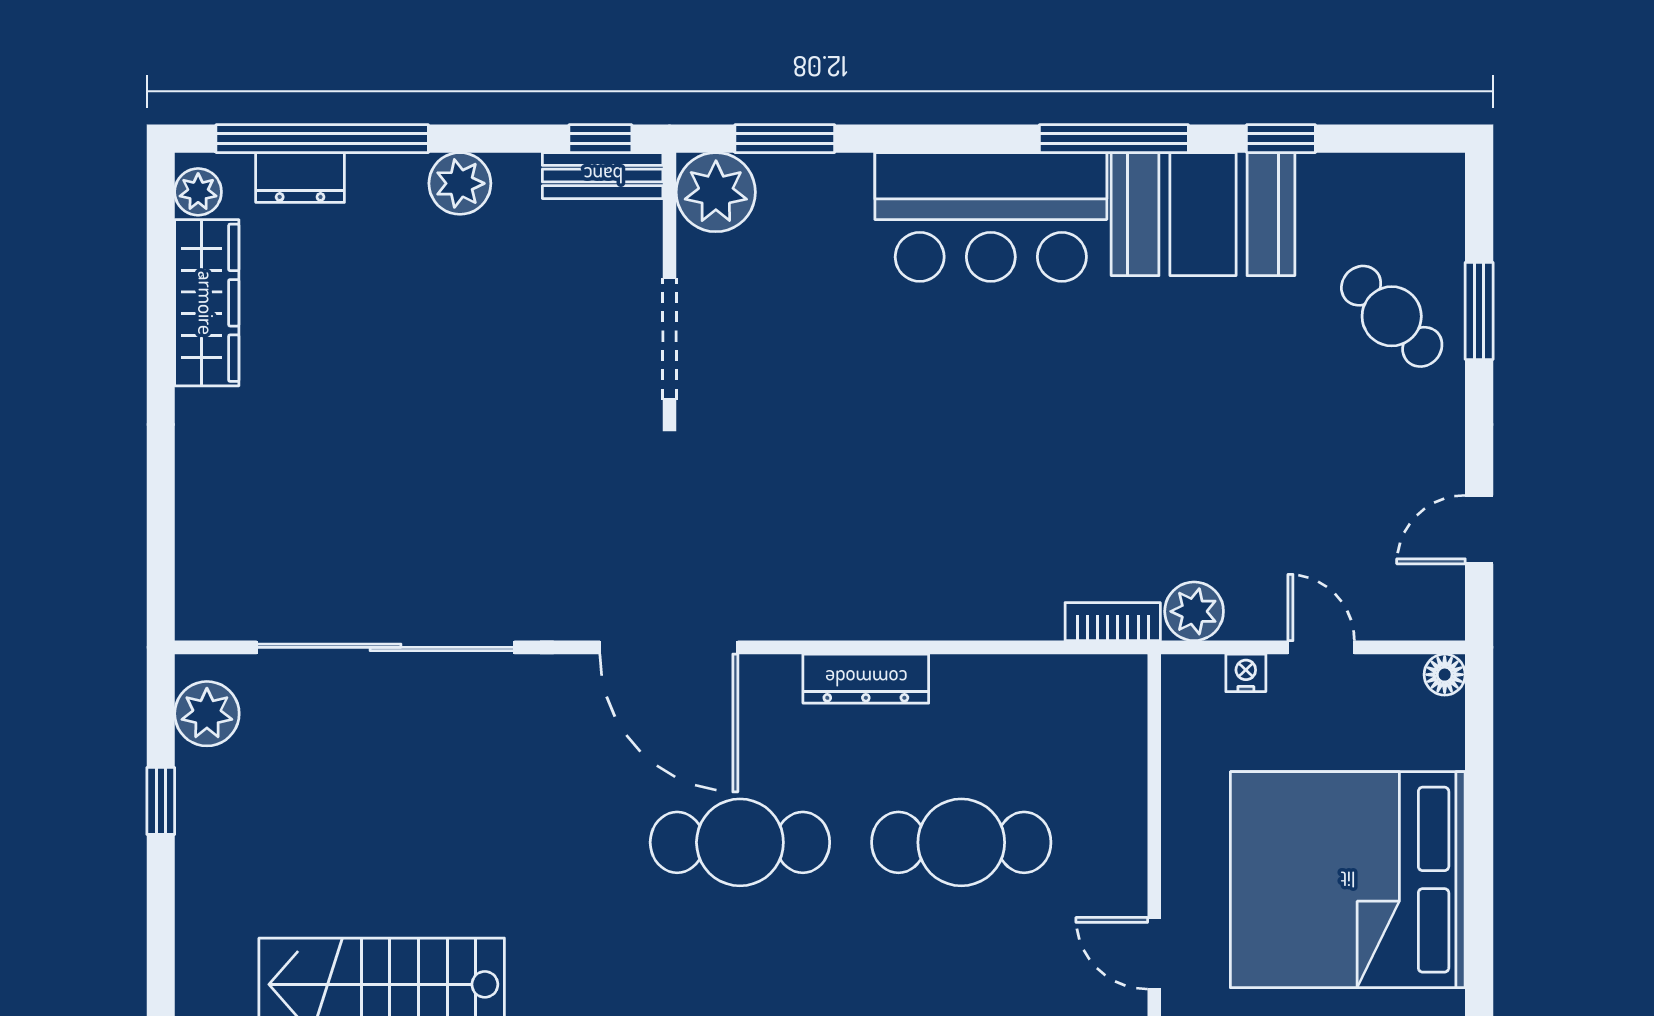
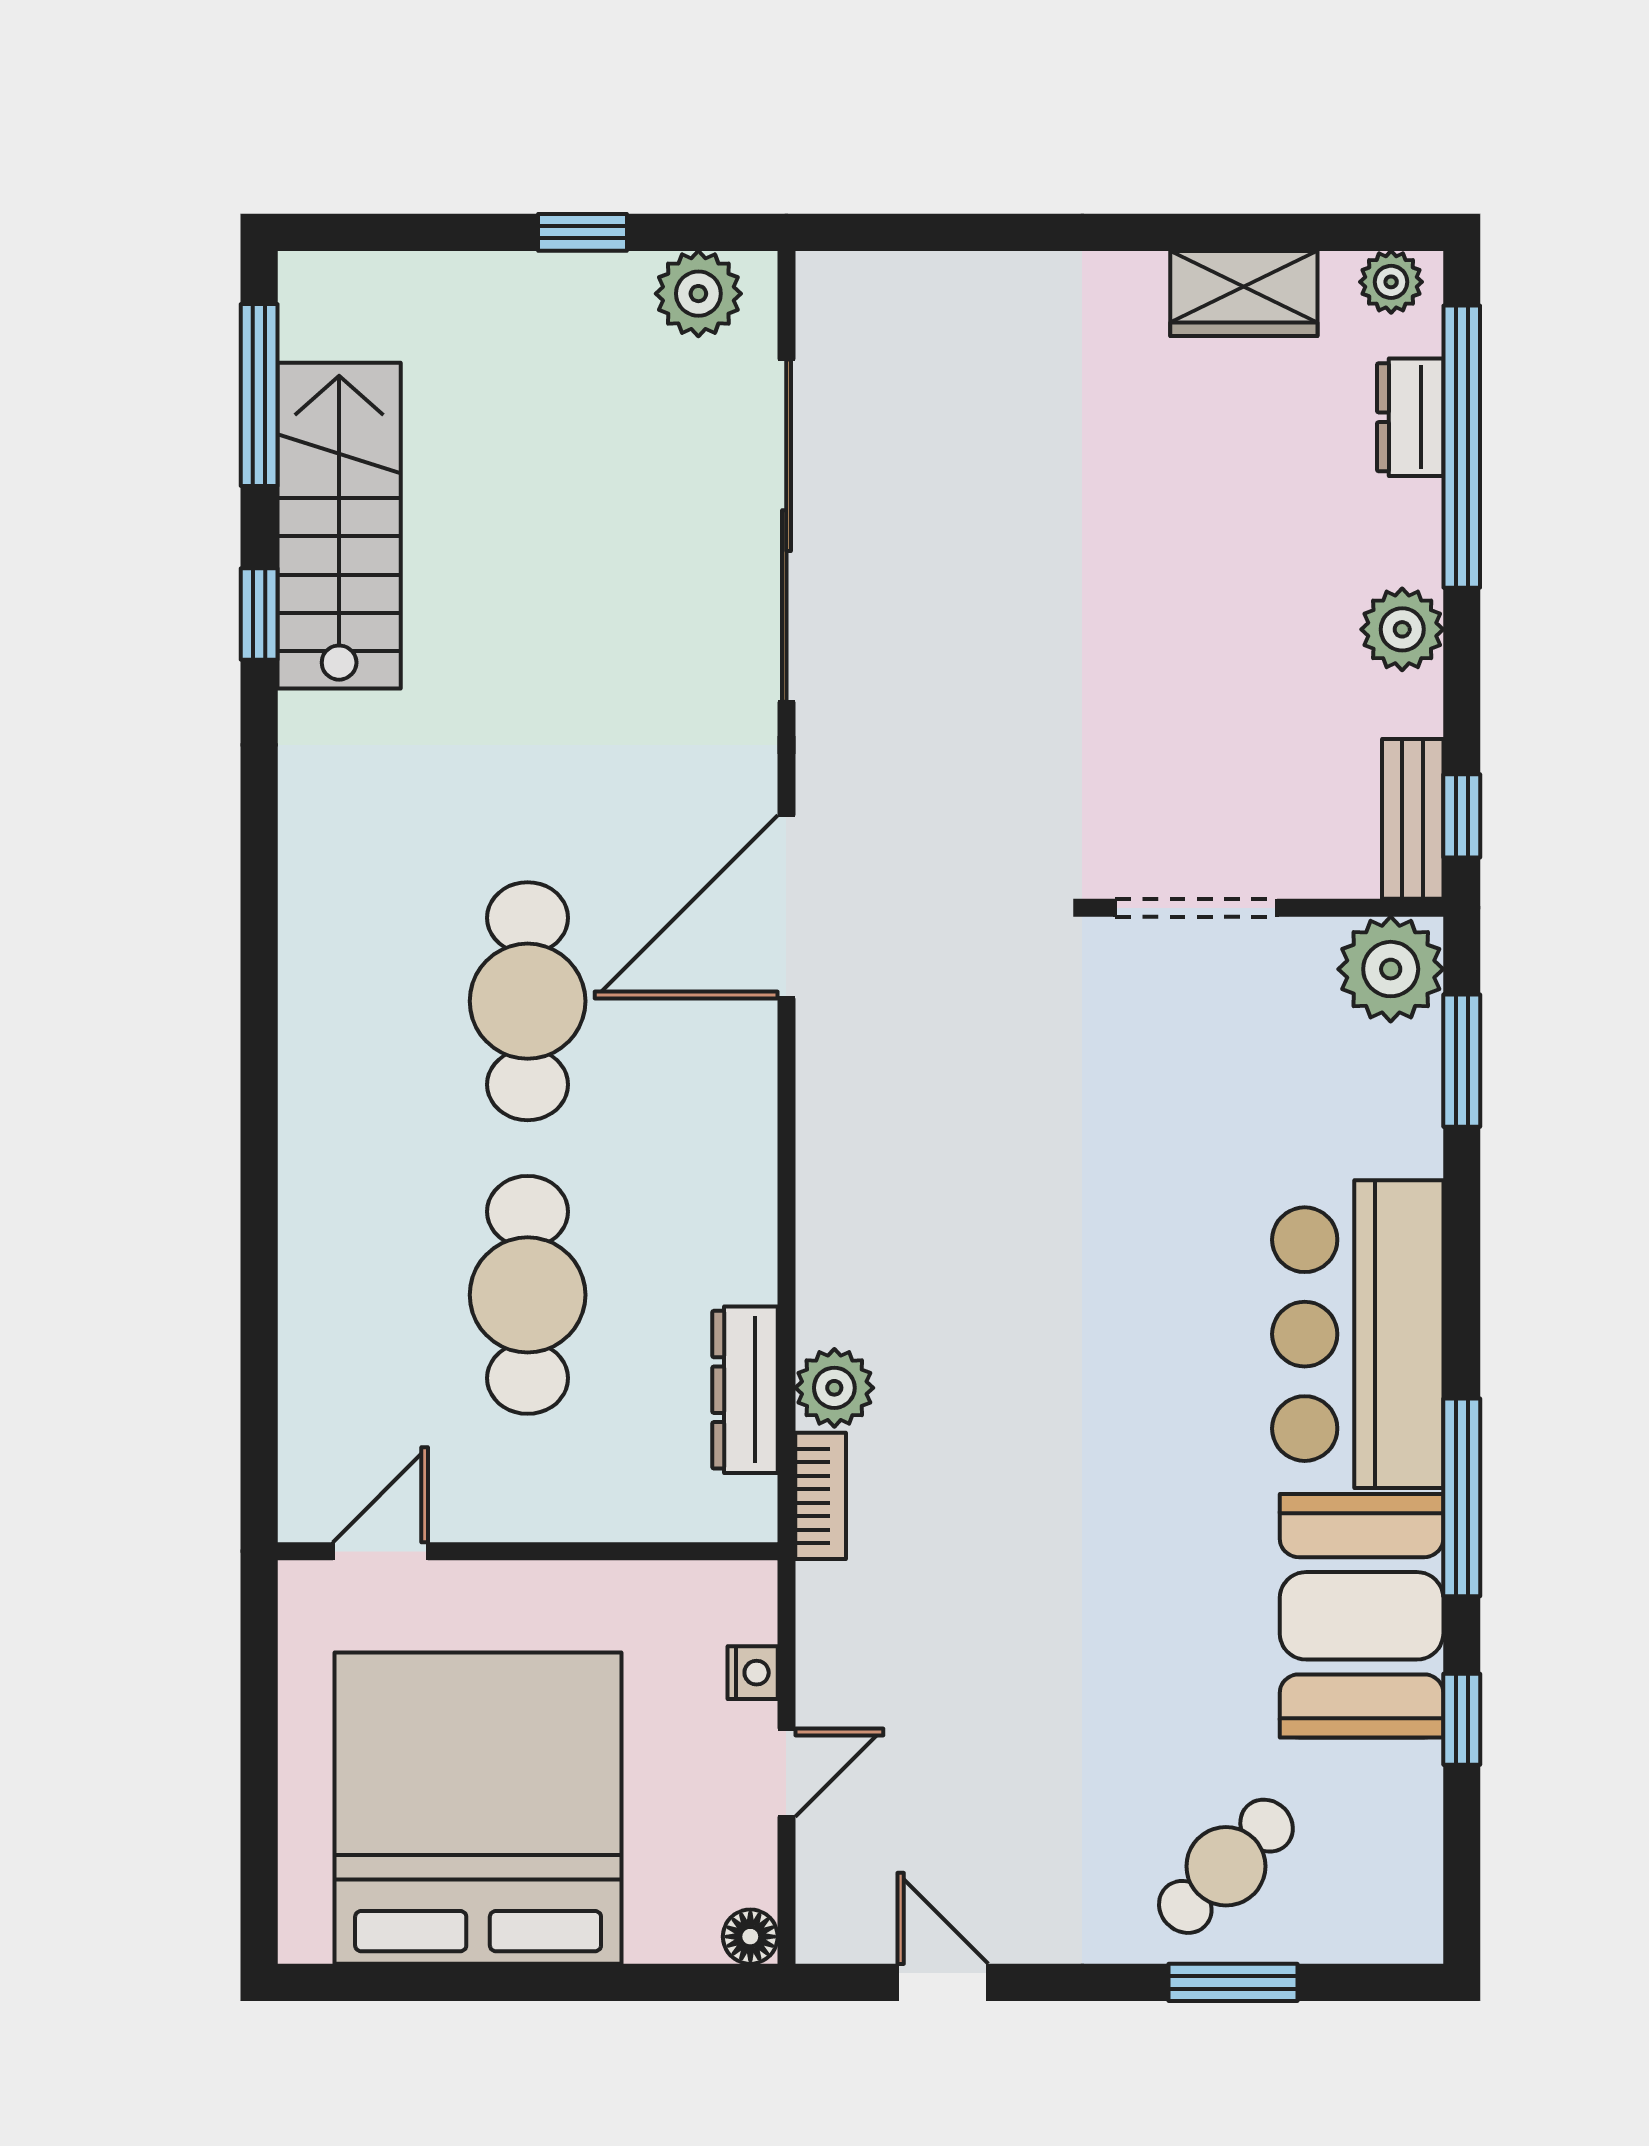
wardrobe: (207, 303) -> (1244, 293), width x0.67
plant: (1194, 611) -> (834, 1388), moved
dresser: (866, 679) -> (745, 1390), moved

